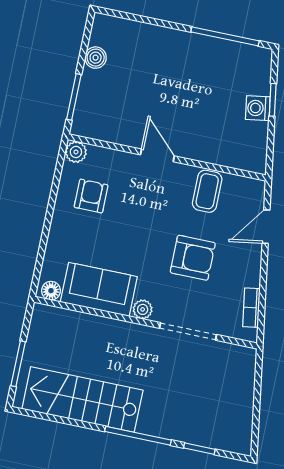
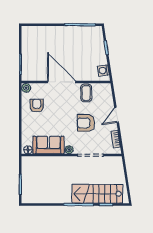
boiler: (96, 58) -> (26, 46), removed
washing machine: (258, 108) -> (103, 70), moved
door: (157, 155) -> (62, 82), width x1.88
door: (266, 227) -> (117, 115), moved
armchair: (193, 258) -> (86, 123), turned 180
stairs: (82, 399) -> (97, 194), moved

